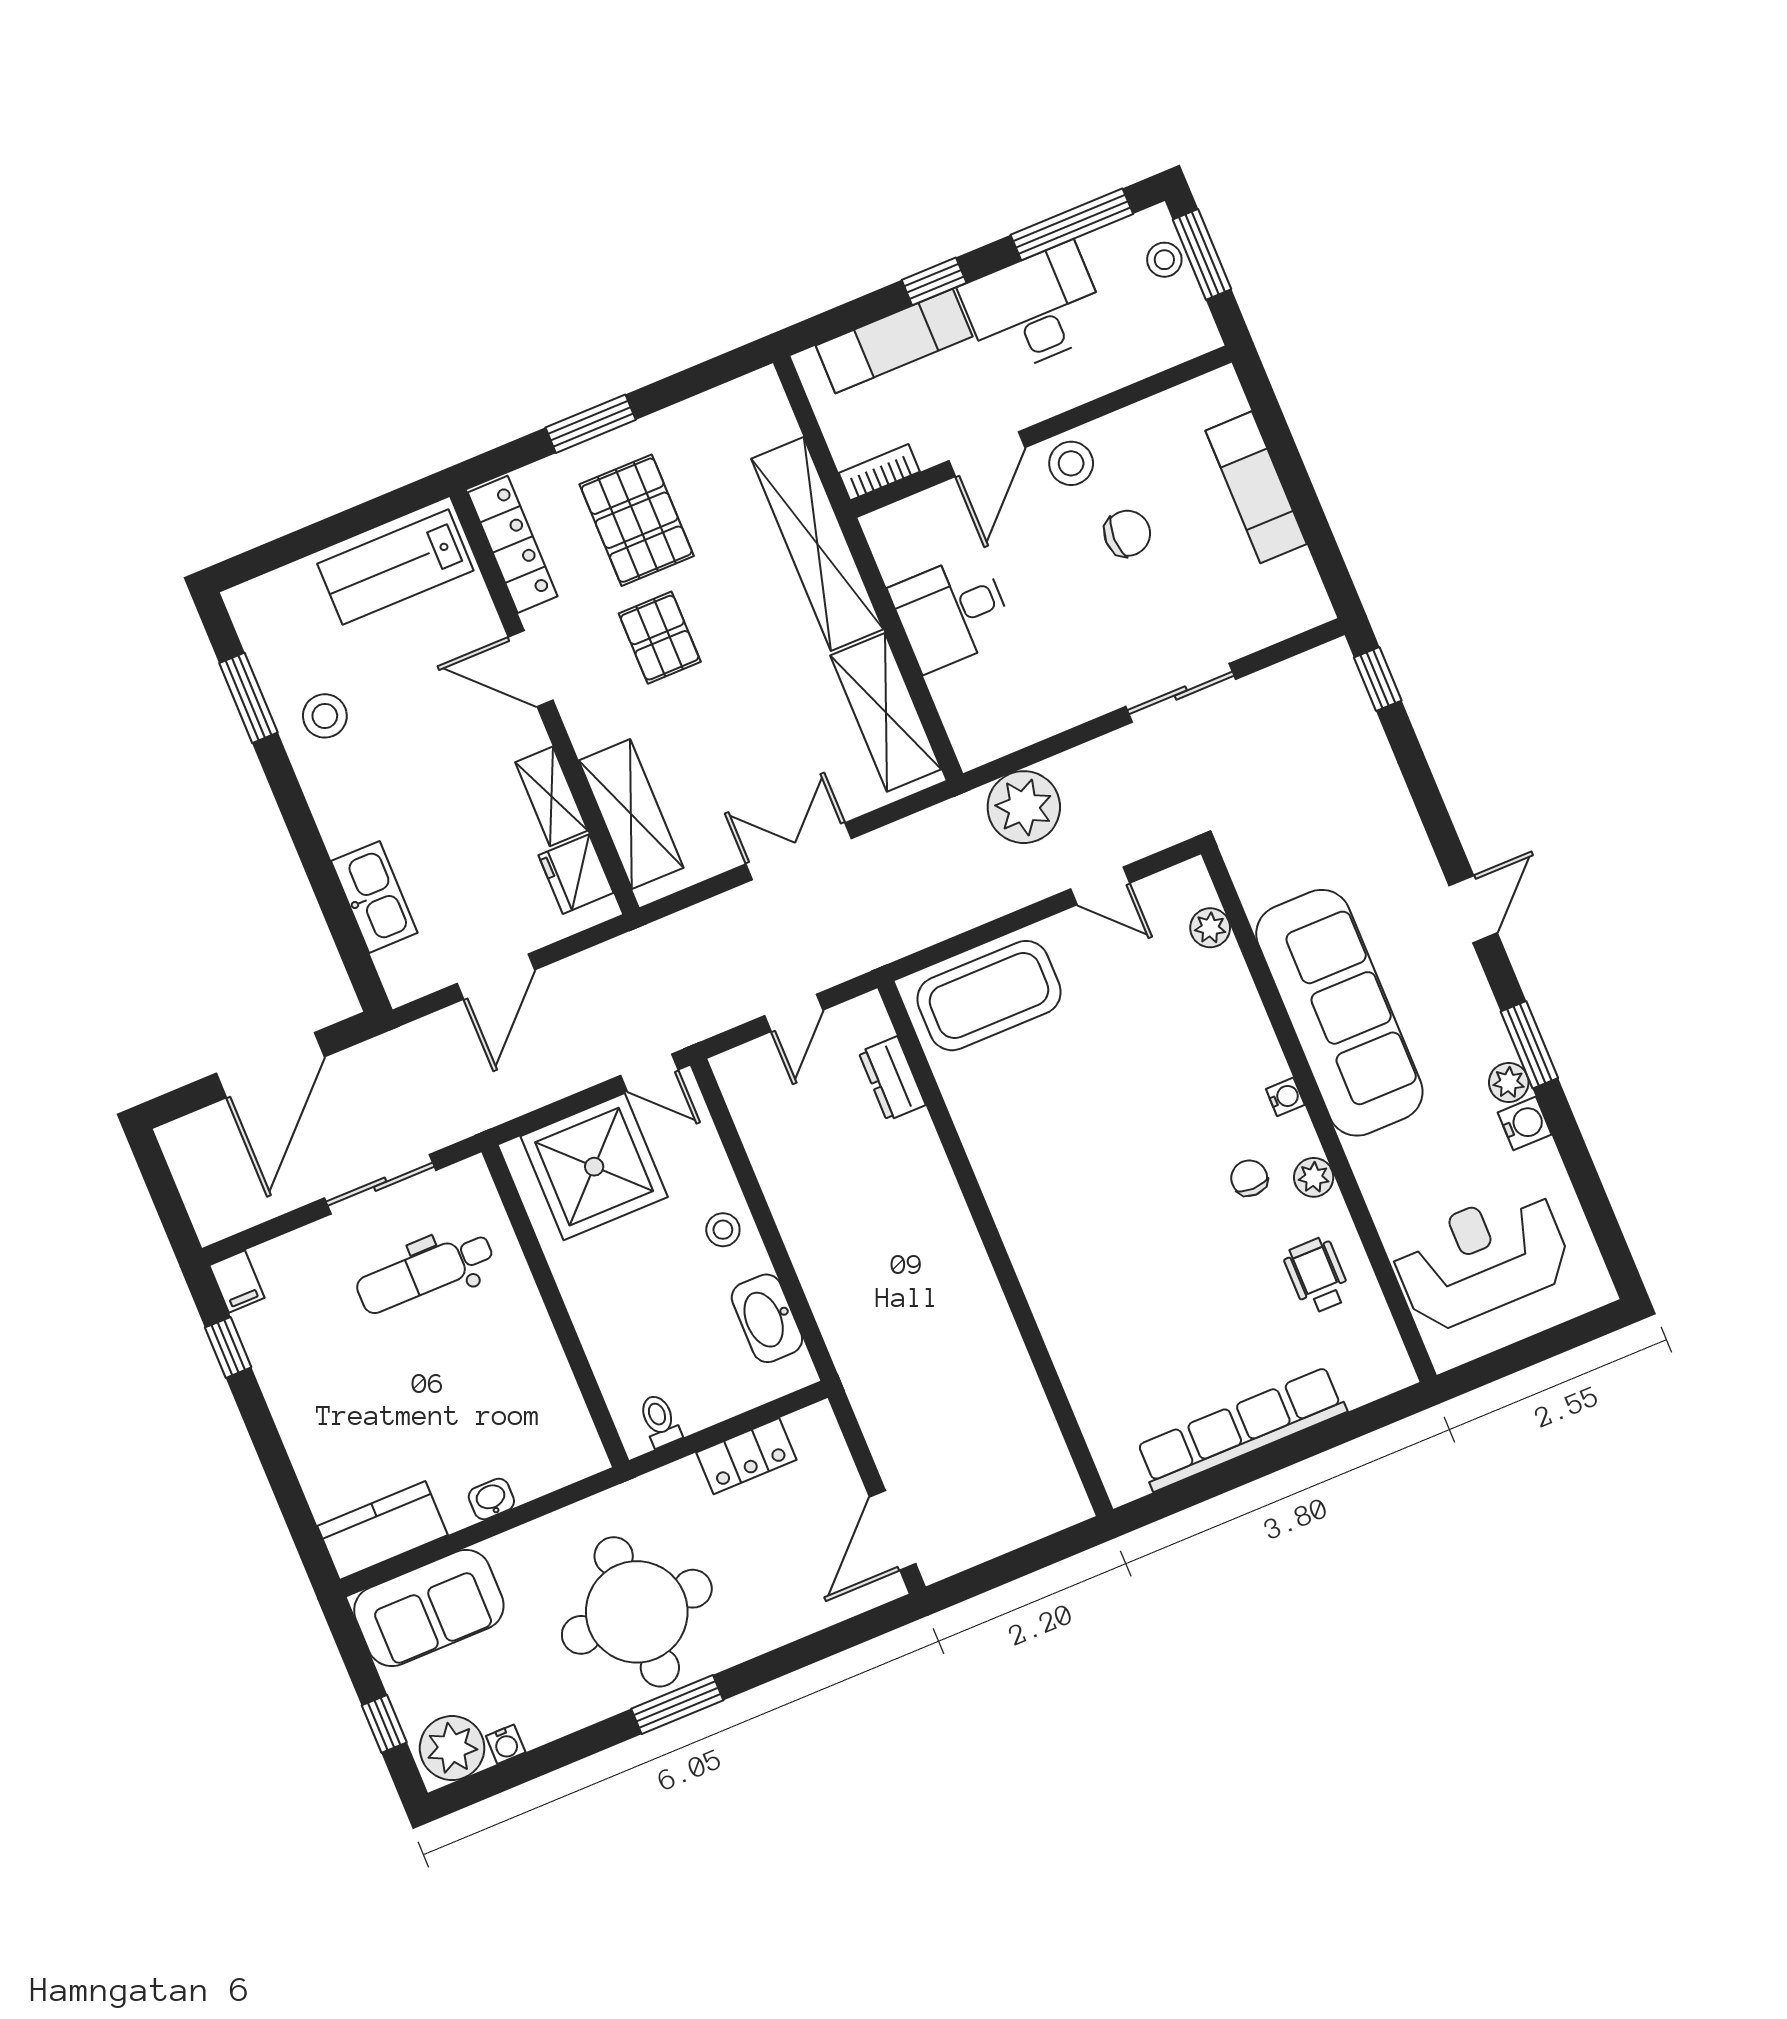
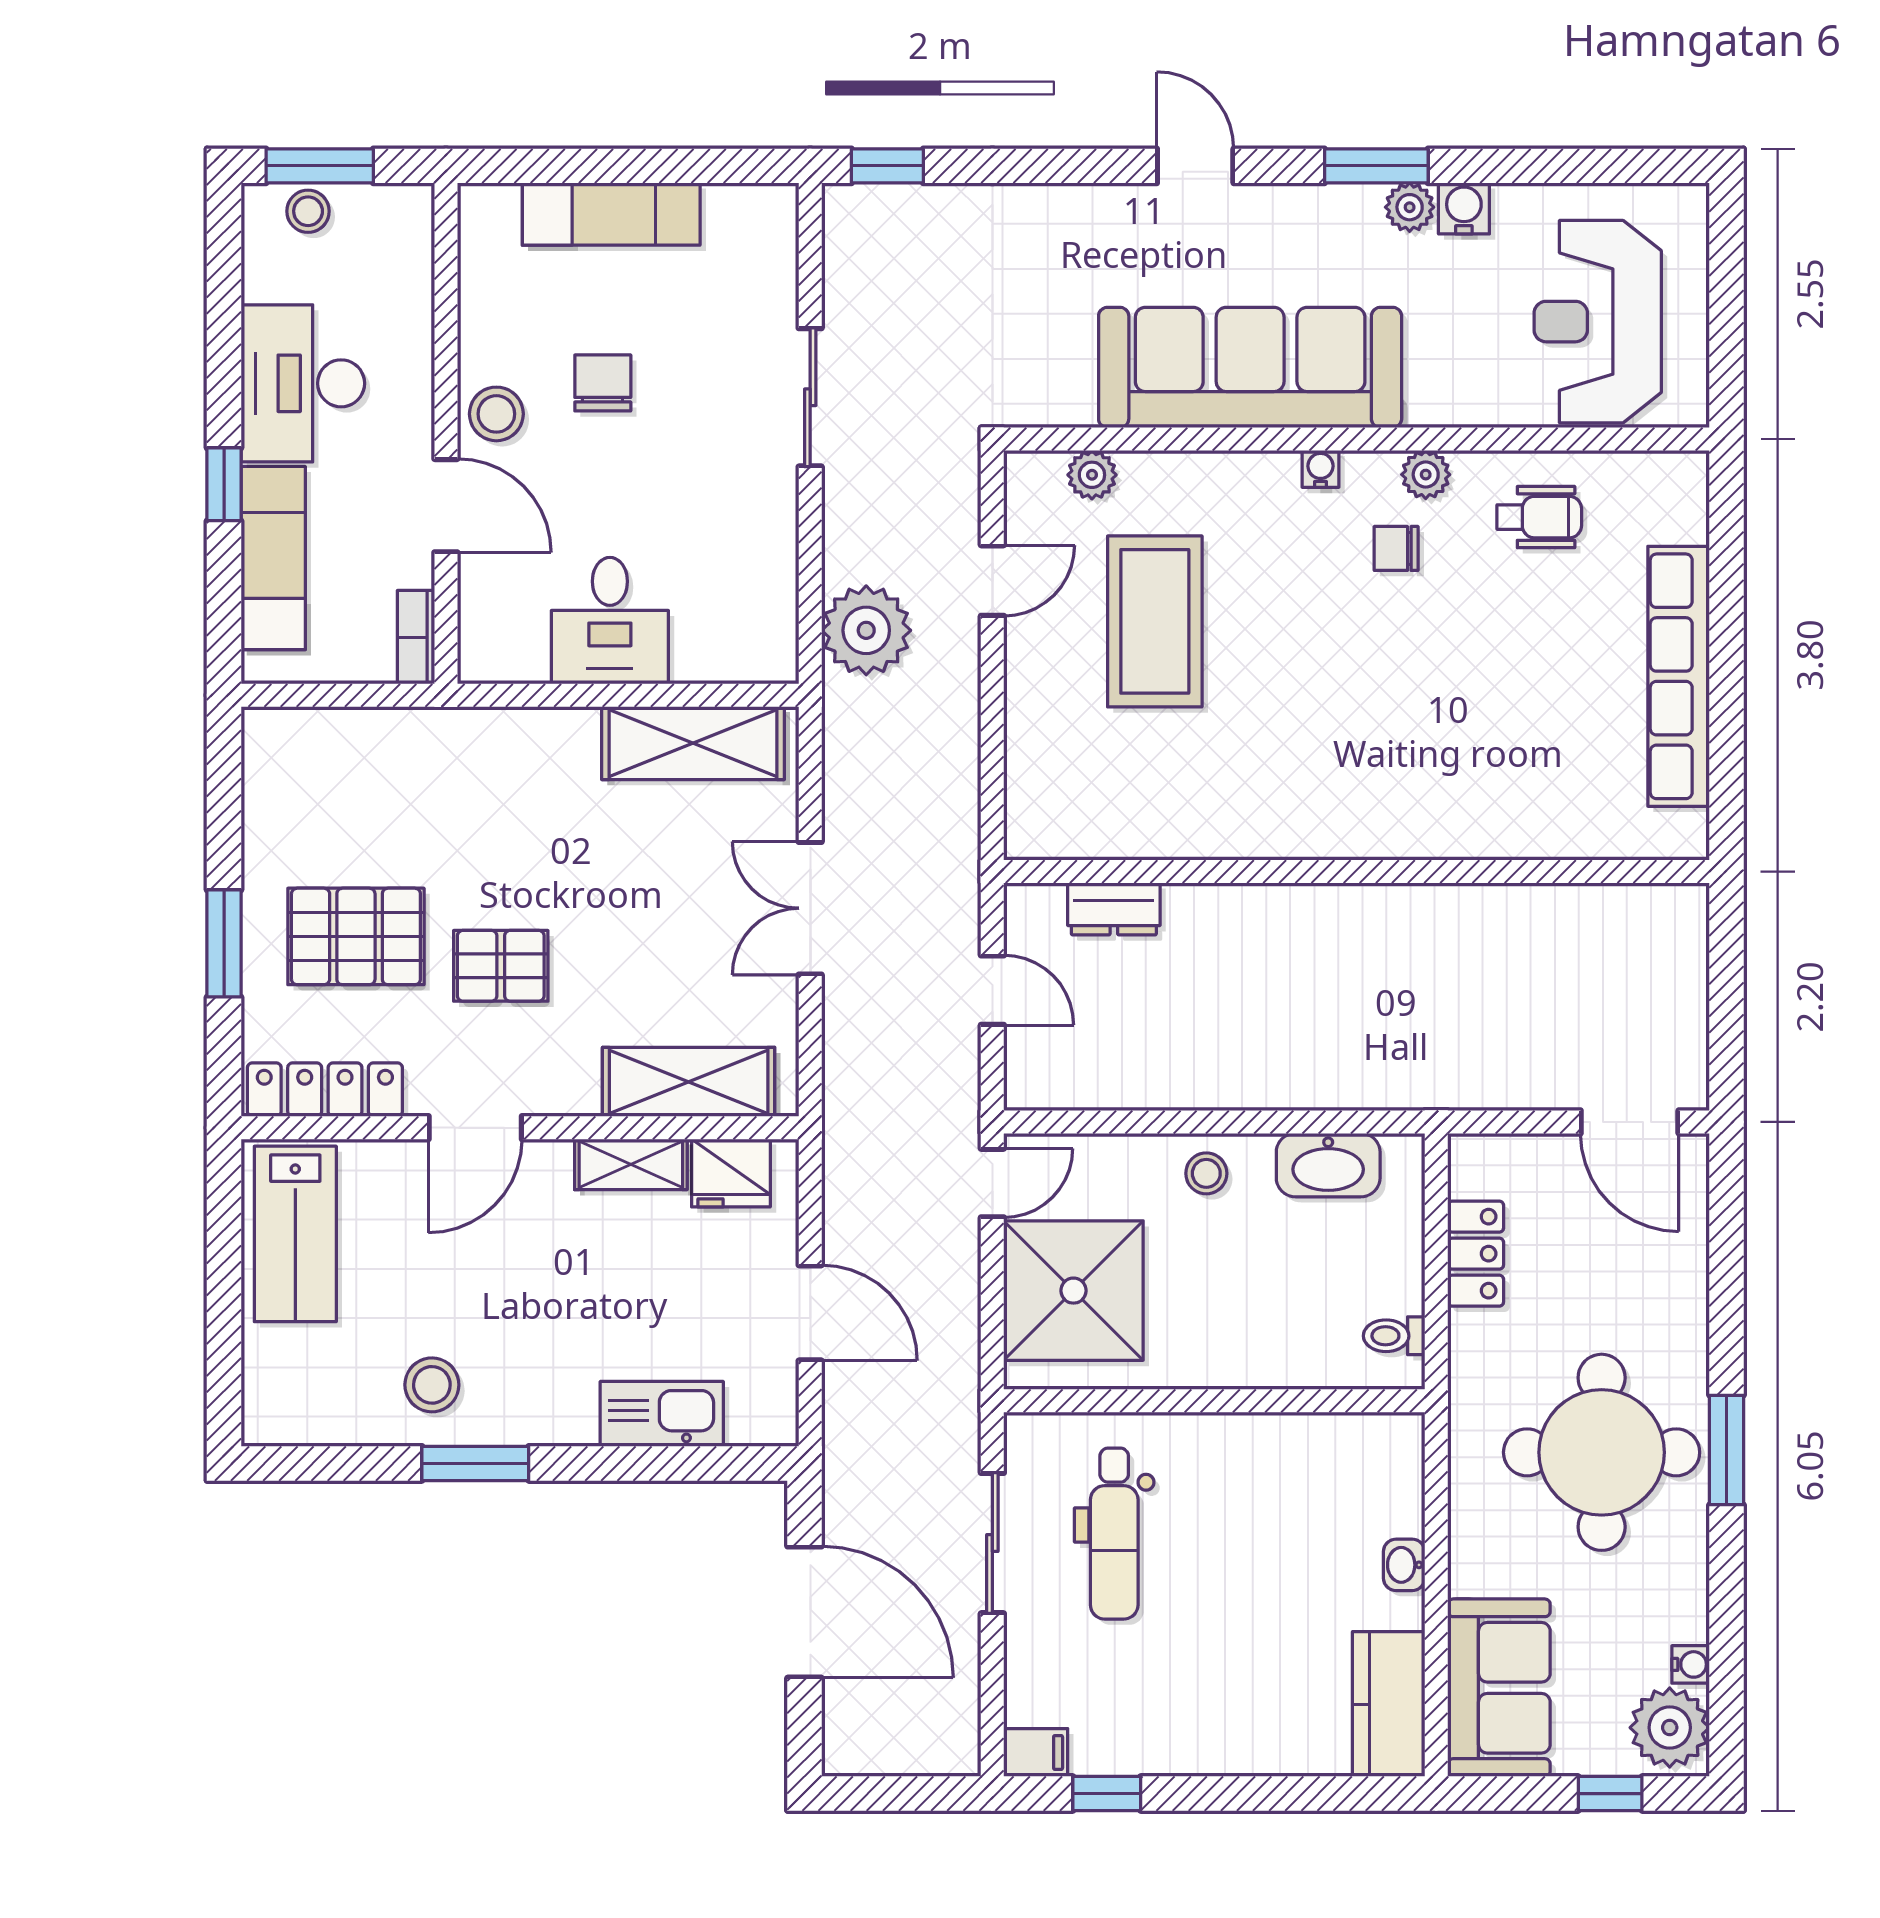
window: (1072, 224) -> (224, 300), removed
shelving: (817, 544) -> (469, 742), removed
window: (248, 698) -> (475, 1463), moved
coffee table: (989, 996) -> (1155, 621), moved
wheelchair: (1317, 1275) -> (1539, 517), turned 180

